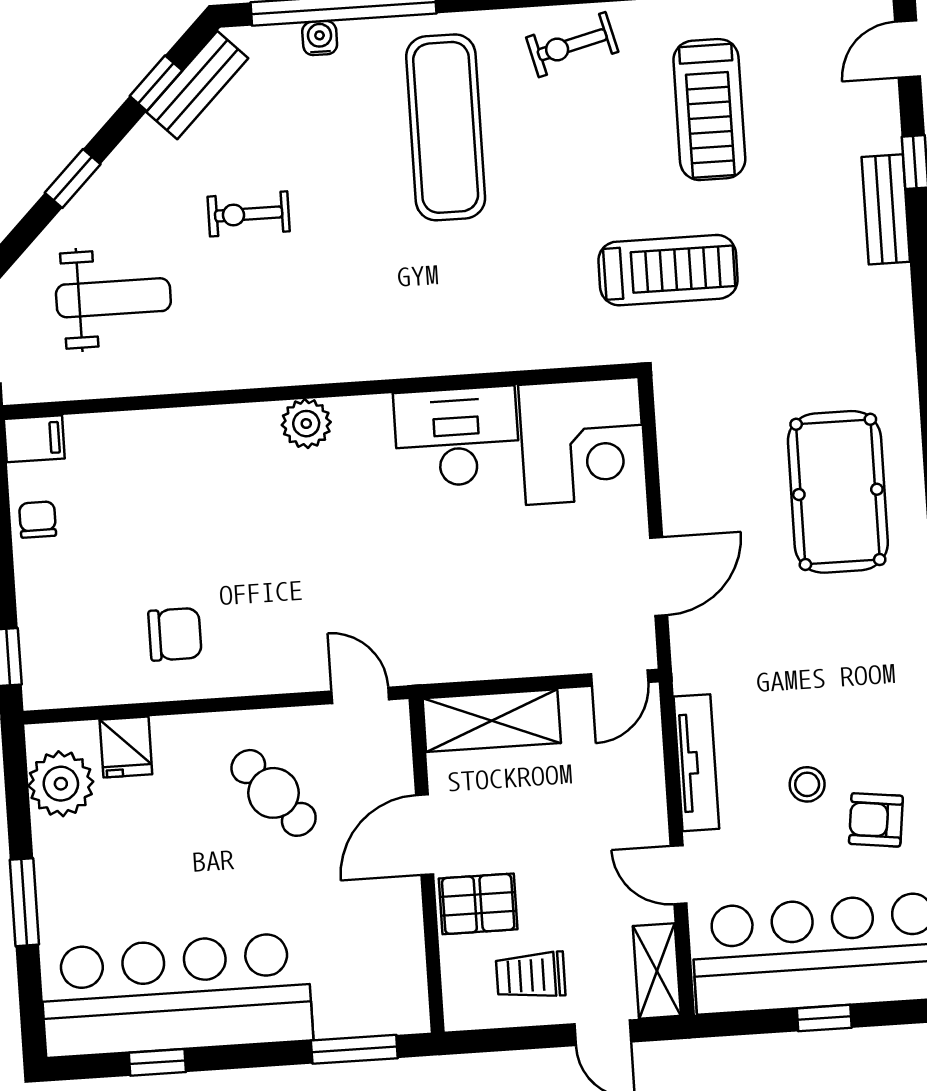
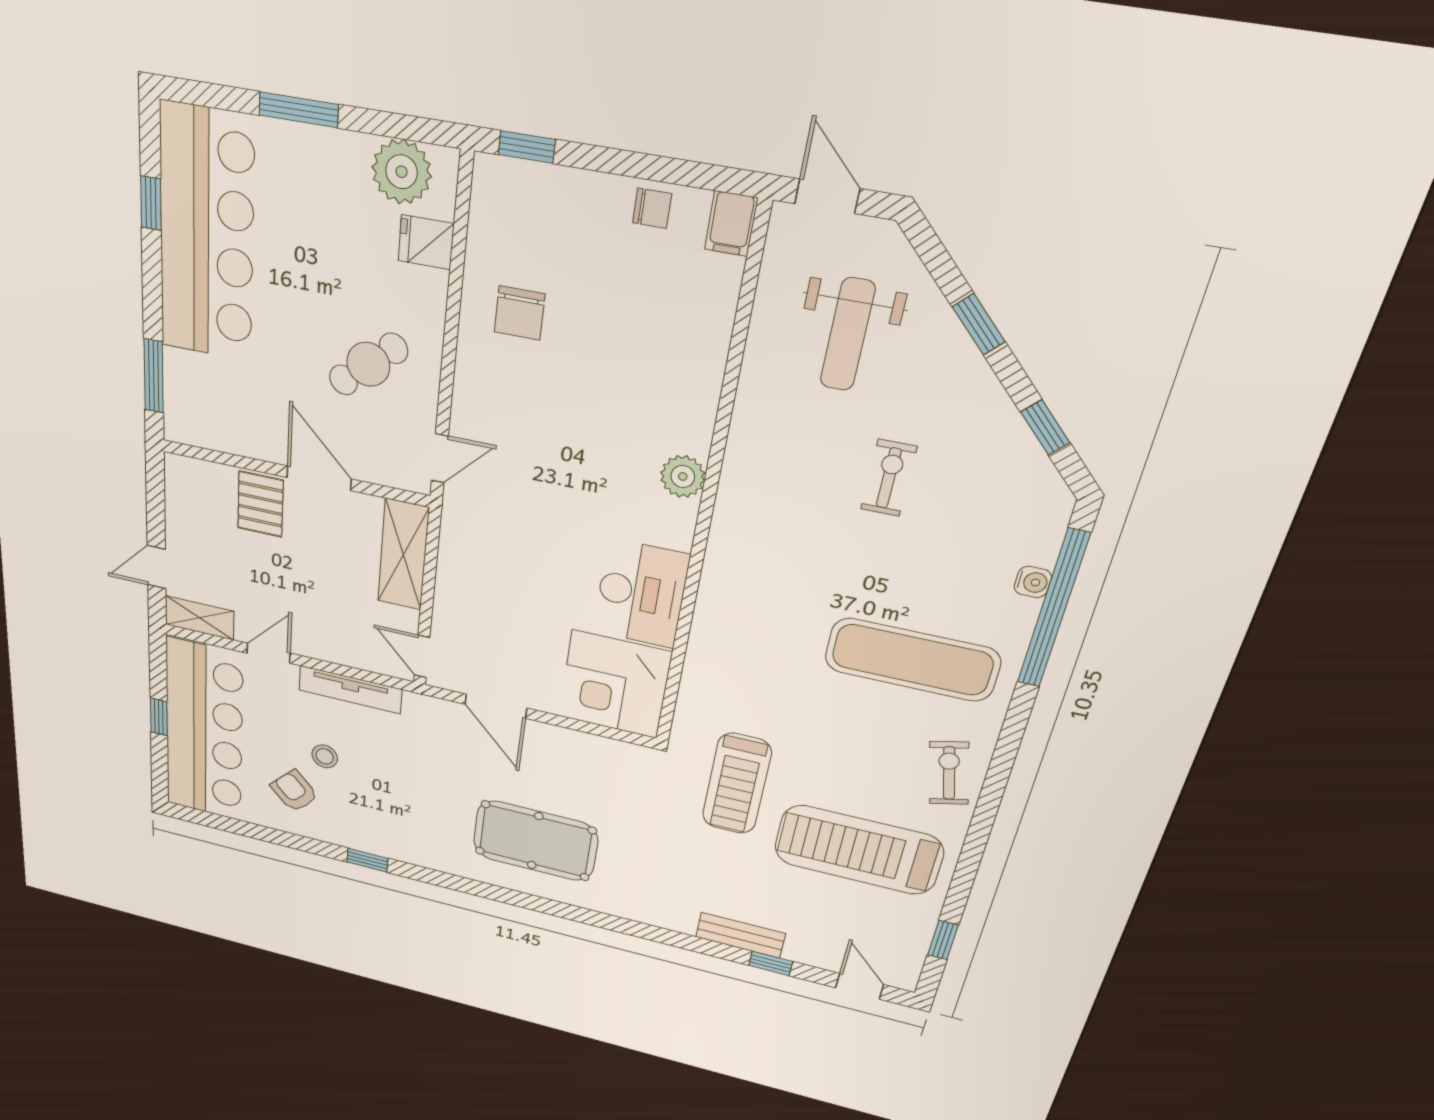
bench: (197, 85) -> (1029, 465), removed
treadmill: (709, 110) -> (858, 850), width x1.37, depth x1.38
armchair: (876, 820) -> (294, 791), turned -52
trolley: (531, 975) -> (203, 528), removed

